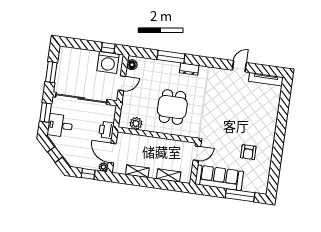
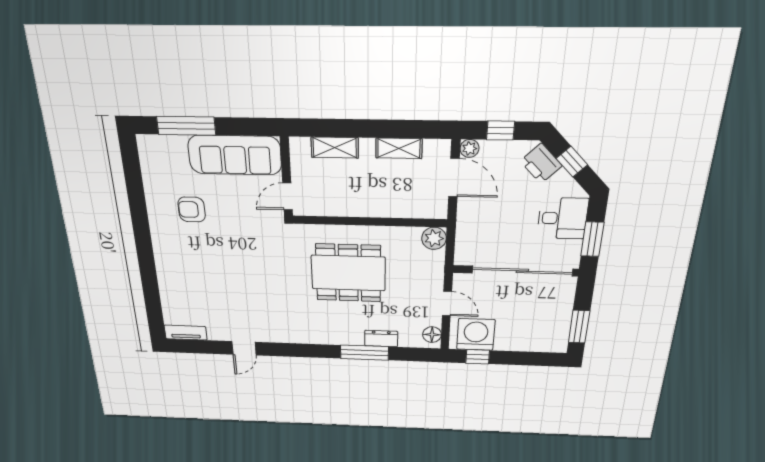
dresser: (189, 69) -> (381, 339), moved
window: (51, 72) -> (579, 327), moved
tv unit: (266, 79) -> (186, 333), width x0.71
door: (122, 83) -> (447, 304), swing flipped
dining table: (172, 107) -> (348, 273), width x1.38
plant: (136, 123) -> (434, 238), moved
printer: (106, 130) -> (541, 163), moved, turned 135
armchair: (248, 152) -> (192, 209), turned -90

